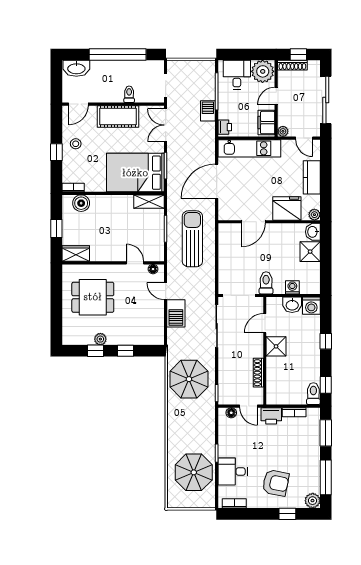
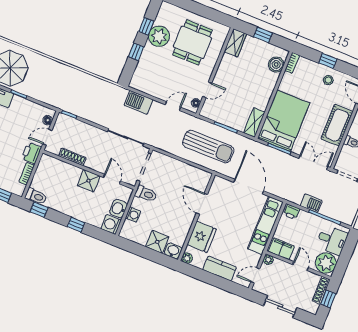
sliding door: (326, 100) -> (280, 307), width x0.73
barbecue: (176, 313) -> (138, 102), moved
plant: (100, 339) -> (159, 36), width x1.88, depth x1.88
parasol: (189, 379) -> (91, 96), removed

